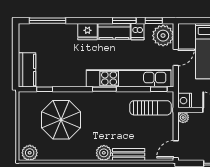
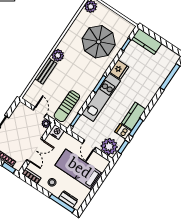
fridge: (88, 32) -> (119, 70), moved, turned 180
kitchen unit: (129, 78) -> (101, 97), width x0.73
door: (176, 149) -> (40, 112), moved

